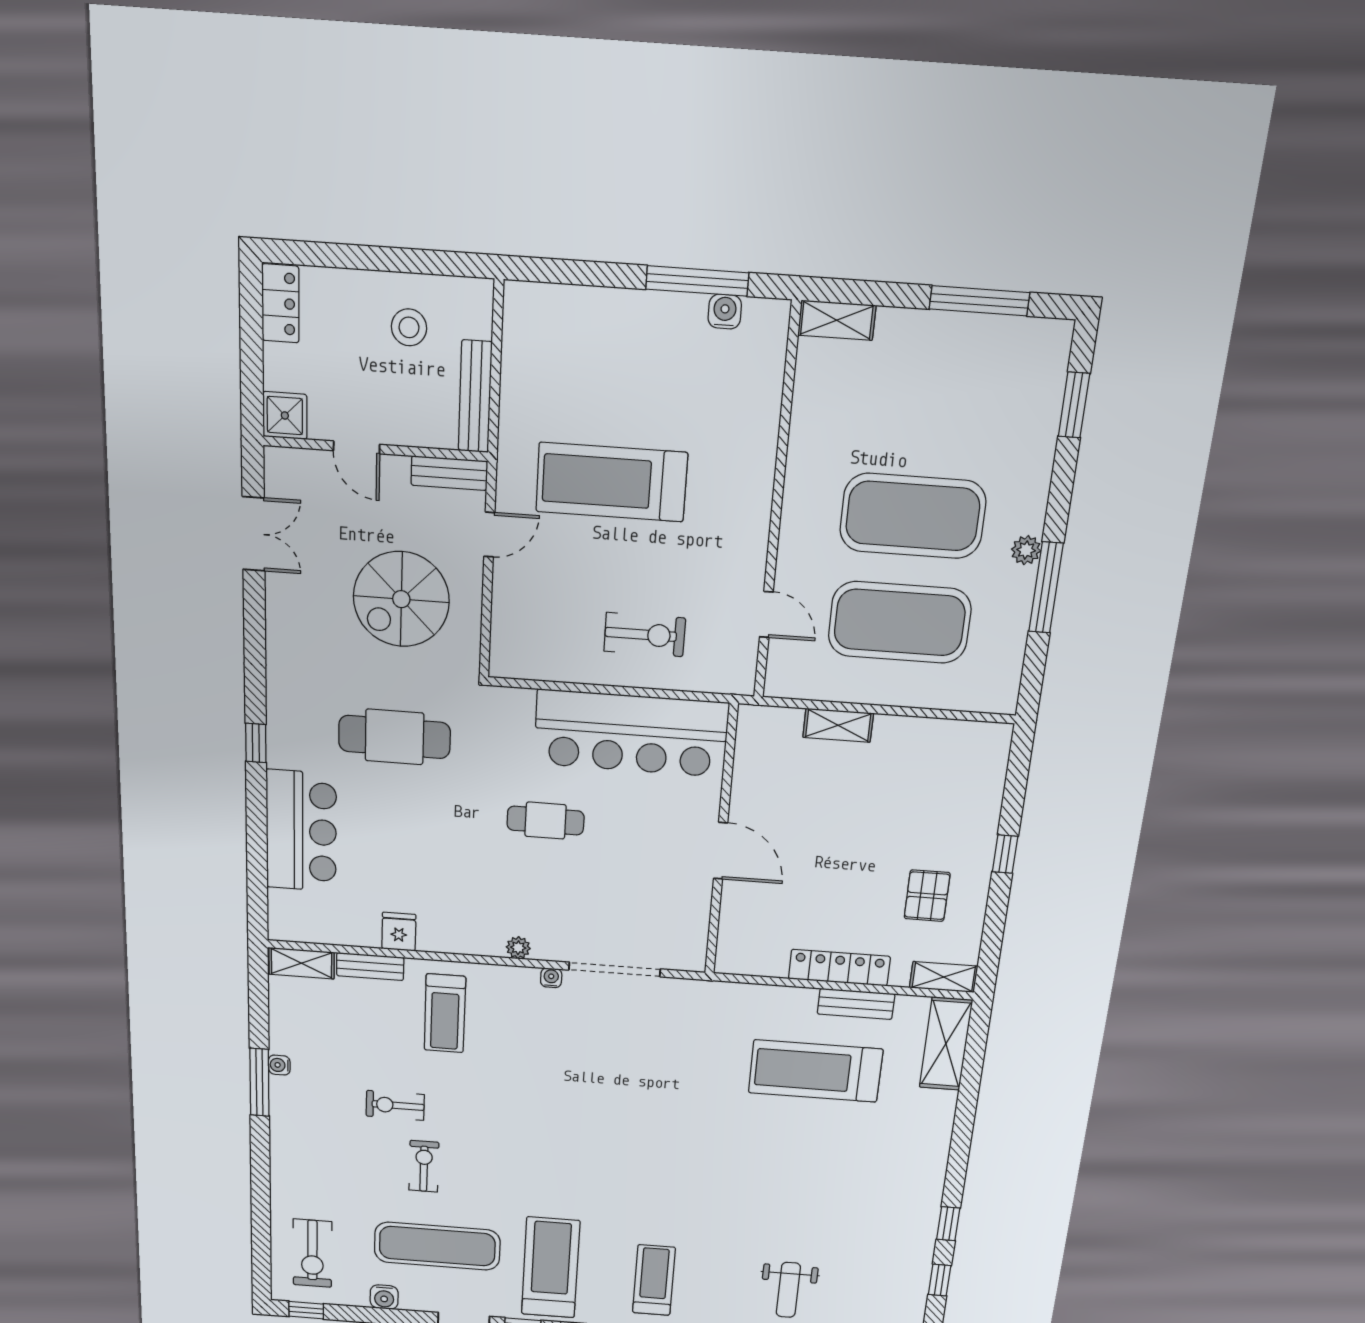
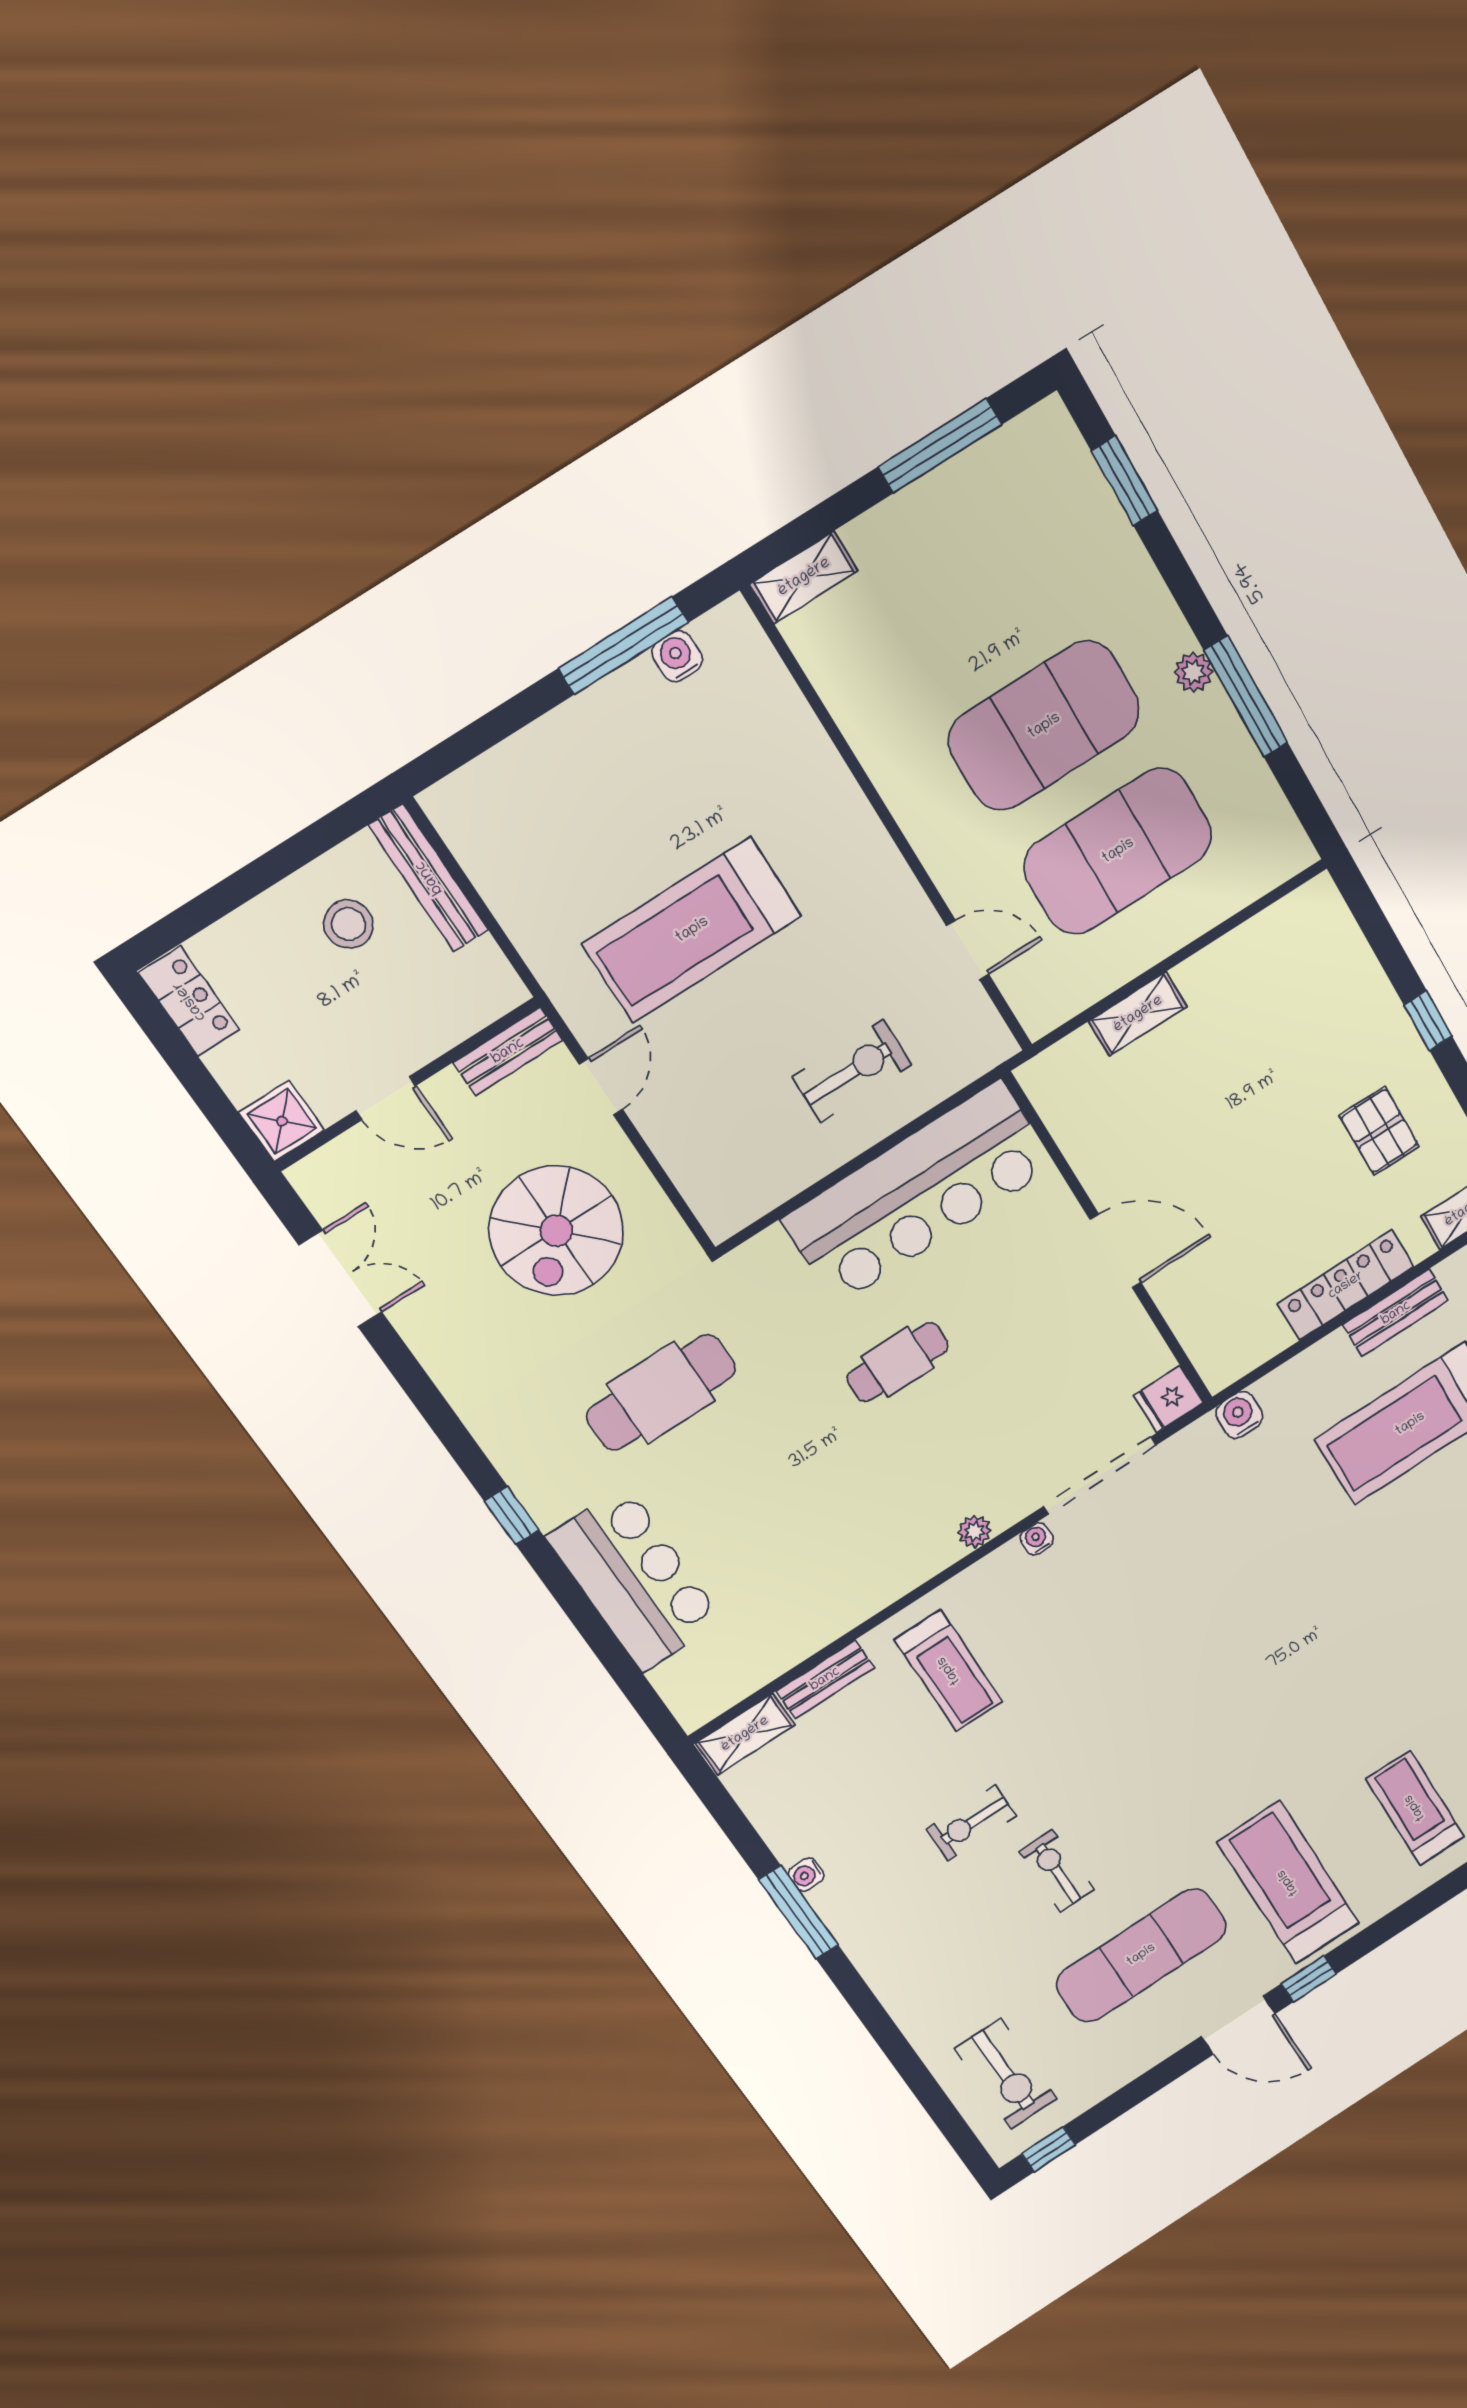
bench: (475, 397) -> (429, 878), moved
fridge: (399, 932) -> (1168, 1399), moved, turned -90
water cooler: (384, 1297) -> (1239, 1415), moved, turned 180

